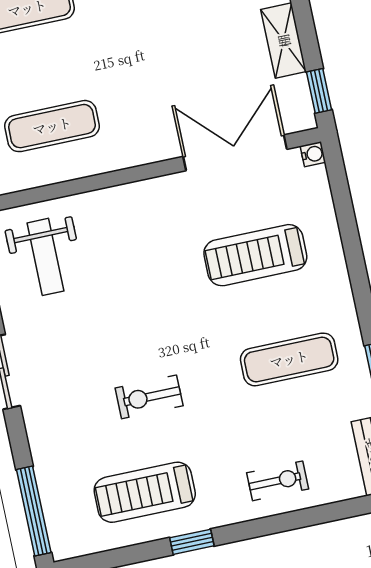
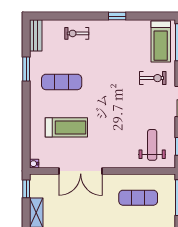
double door: (235, 153) -> (81, 171), moved
exercise bike: (149, 397) -> (153, 78), moved
treadmill: (145, 492) -> (161, 41), moved, turned 90

